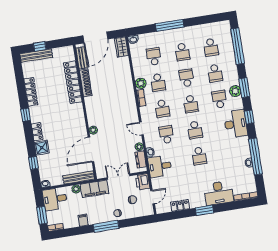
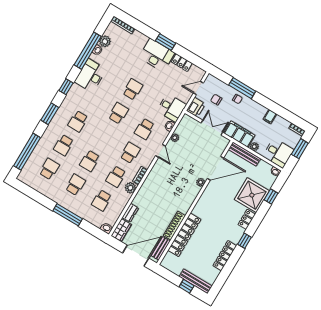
school desk: (215, 73) -> (64, 145), turned 180
school desk: (158, 83) -> (116, 177), turned 180
plant: (235, 91) -> (105, 41), moved
school desk: (191, 104) -> (104, 137), removed
desk: (236, 124) -> (90, 76), moved
shower: (42, 148) -> (252, 195), width x1.86, depth x1.86
dresser: (141, 159) -> (130, 213), moved
double door: (118, 177) -> (212, 128), swing flipped
desk: (219, 193) -> (157, 55), moved
window: (106, 226) -> (242, 88), moved

